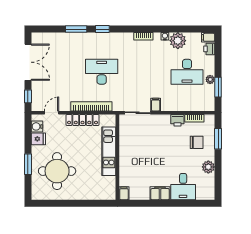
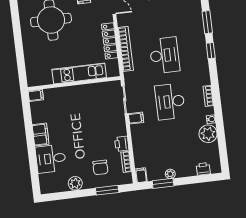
filing cabinet: (208, 37) -> (141, 175), moved
desk: (187, 72) -> (170, 102), moved

